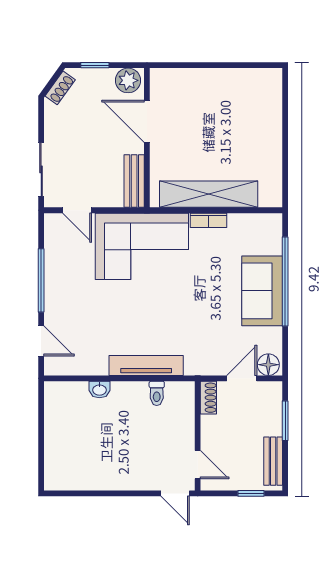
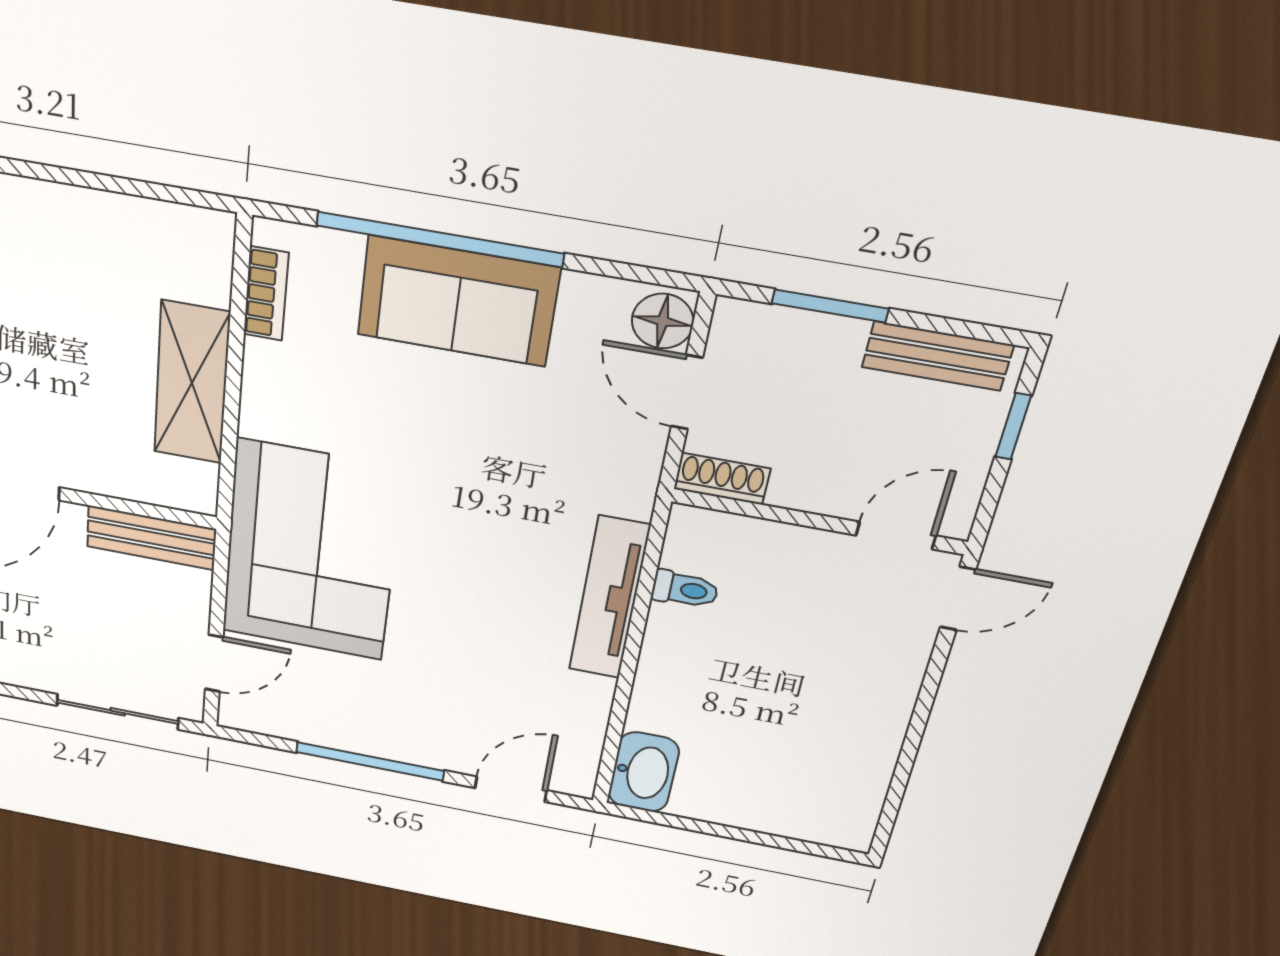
shelving: (209, 194) -> (192, 383), width x0.68
bookcase: (209, 220) -> (266, 294), moved
washbasin: (99, 390) -> (643, 772), moved, width x1.91, depth x1.45

